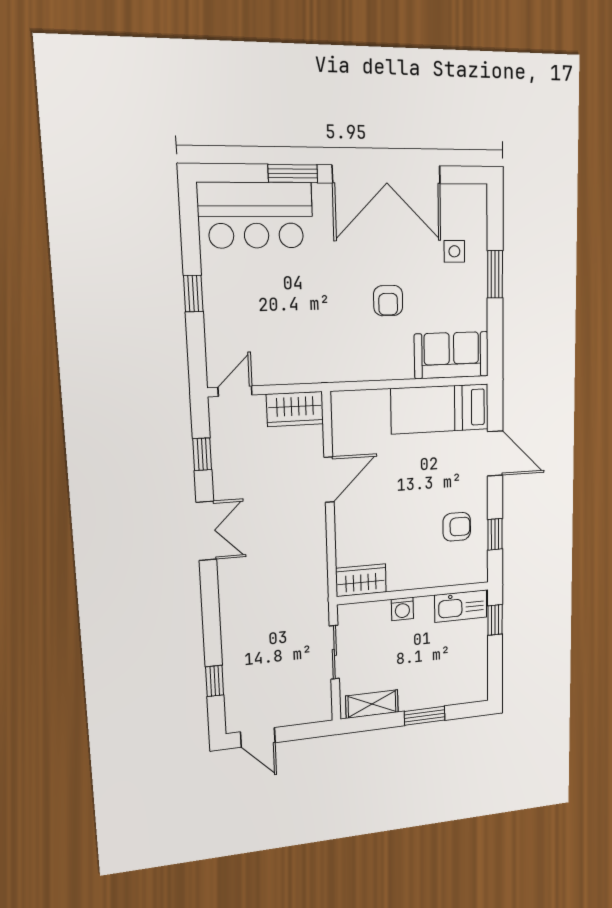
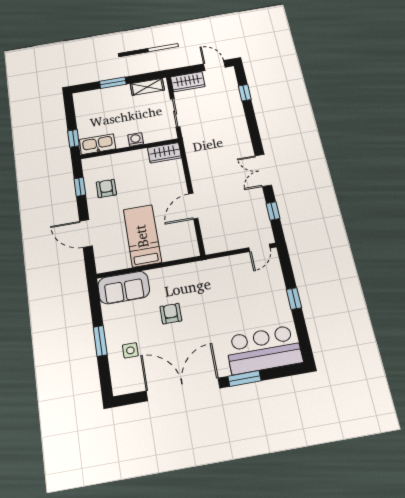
wardrobe: (295, 409) -> (188, 82), moved, turned 180
bed: (440, 409) -> (142, 236), moved, turned -90
armchair: (457, 527) -> (106, 188), turned 90

